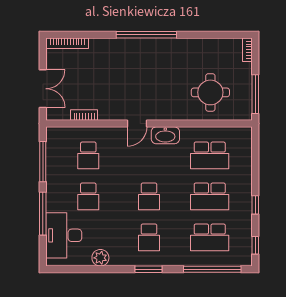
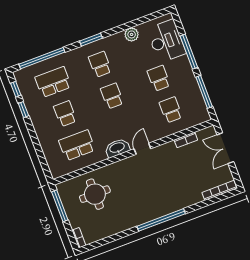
school desk: (210, 196) -> (65, 114), width x0.54
window: (255, 205) -> (23, 110), moved

